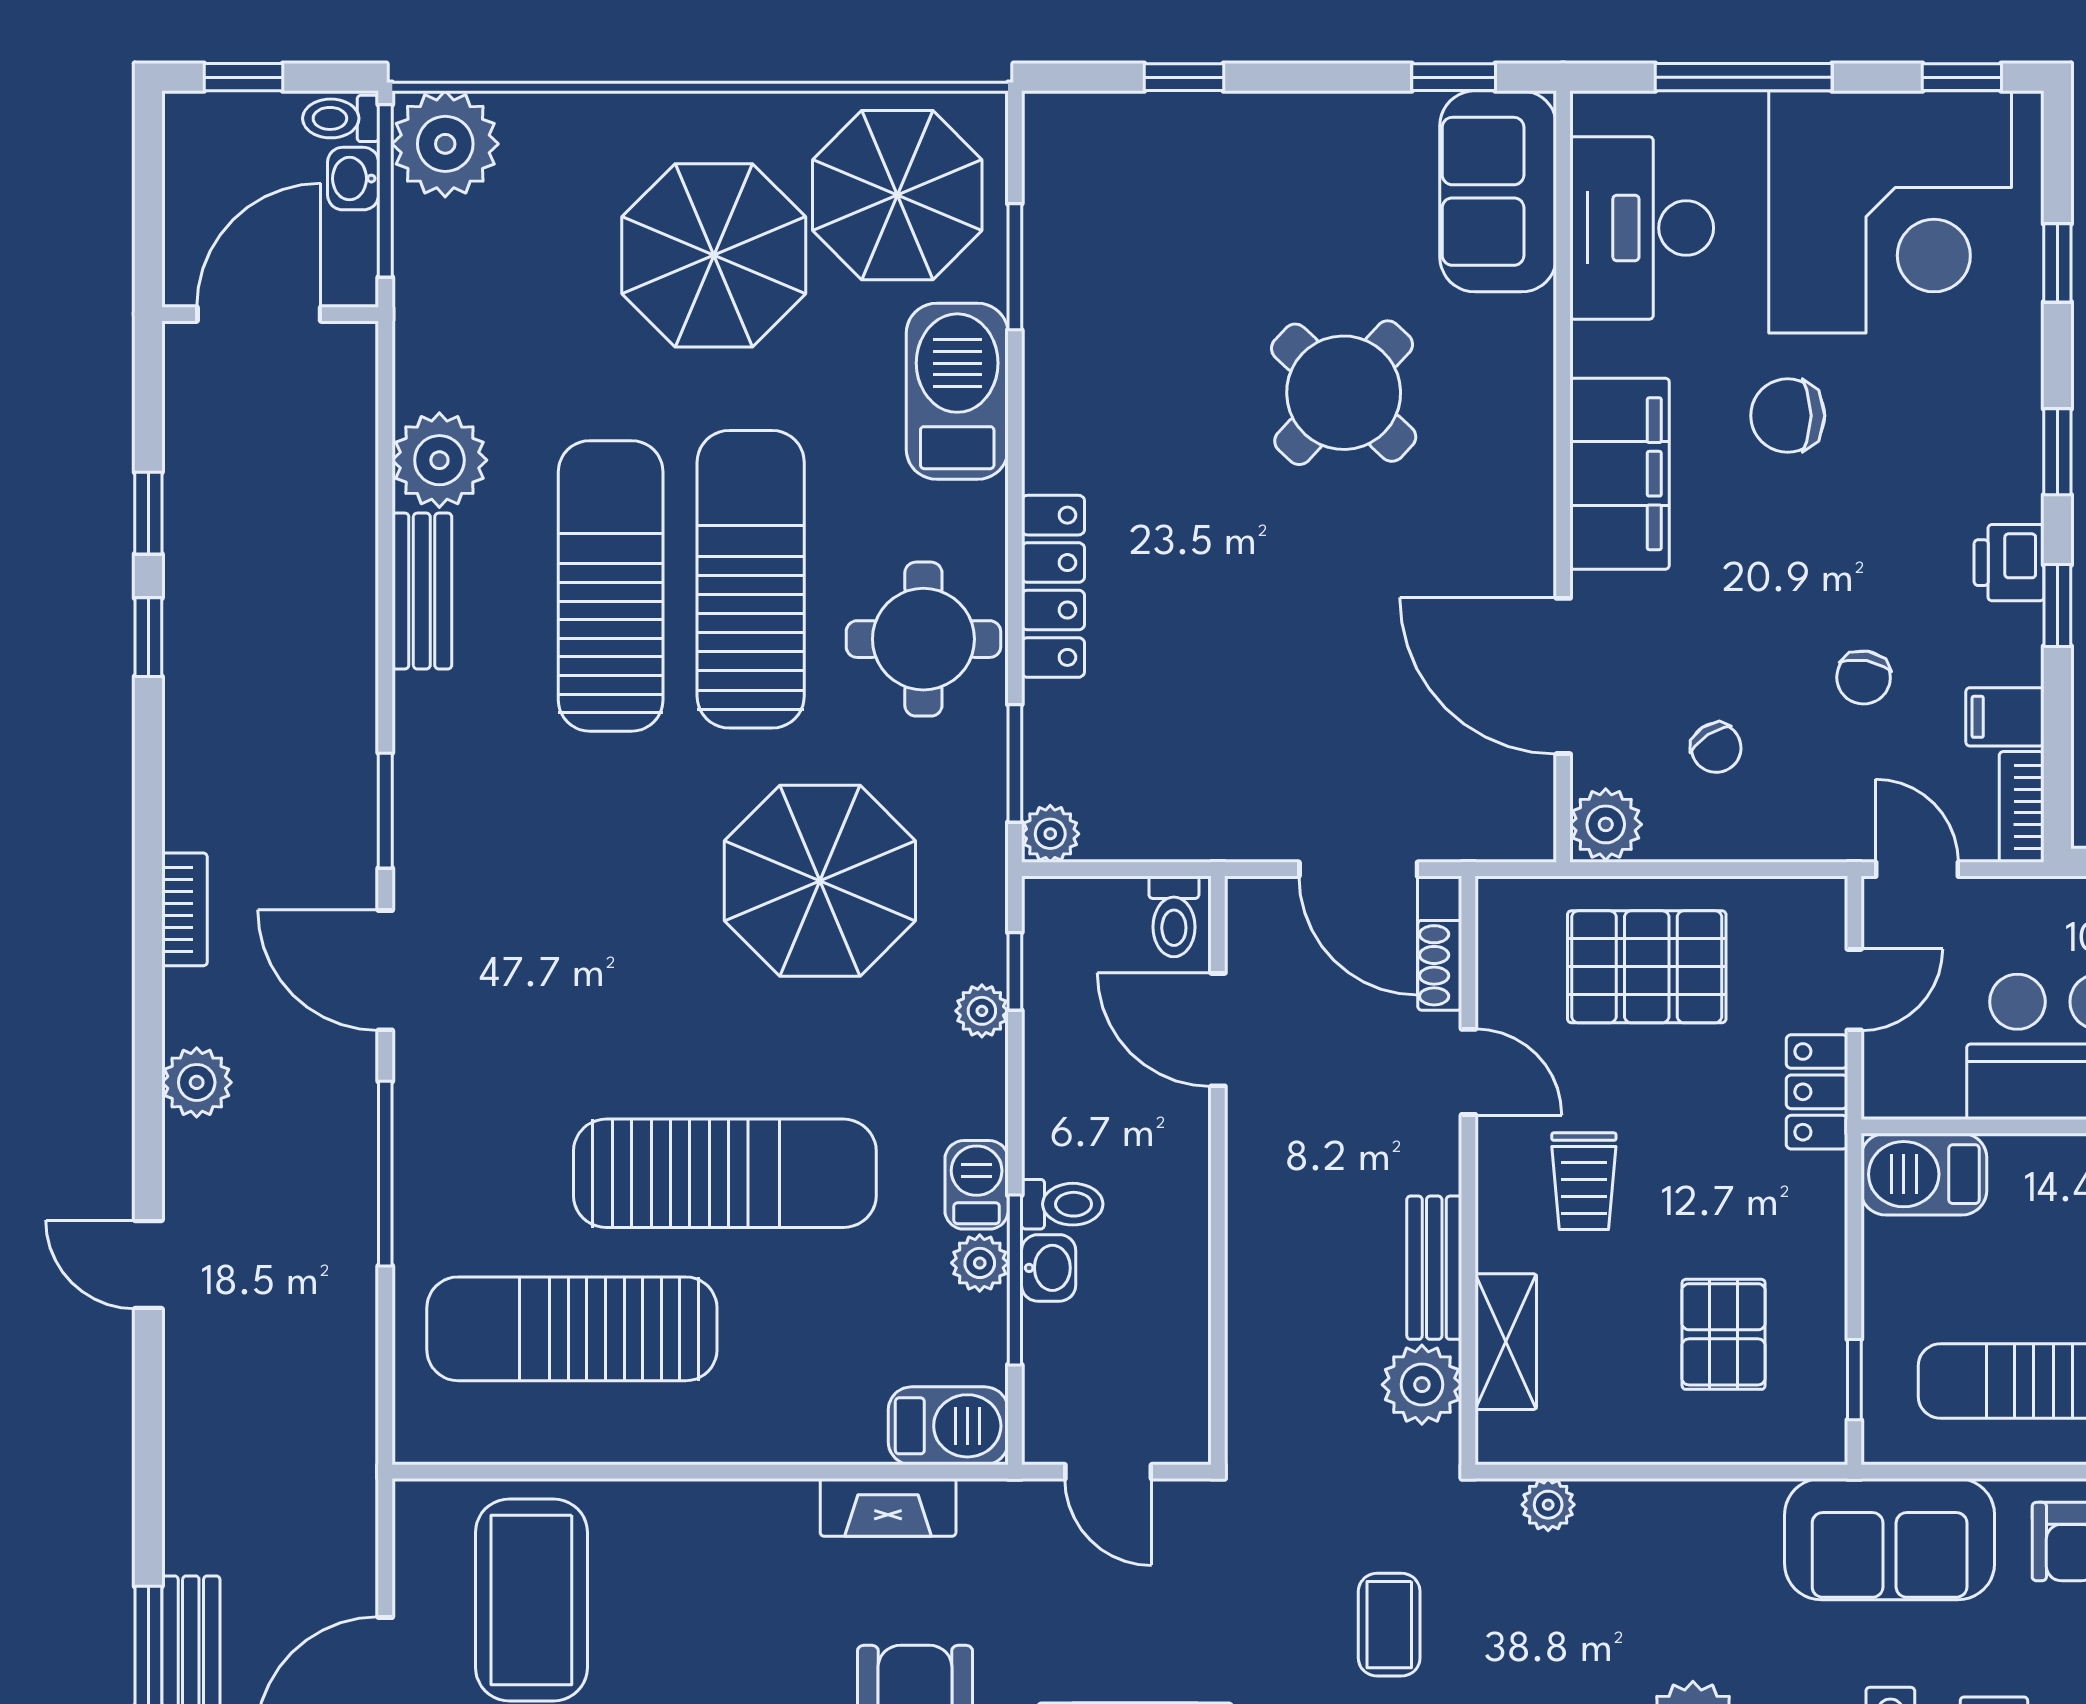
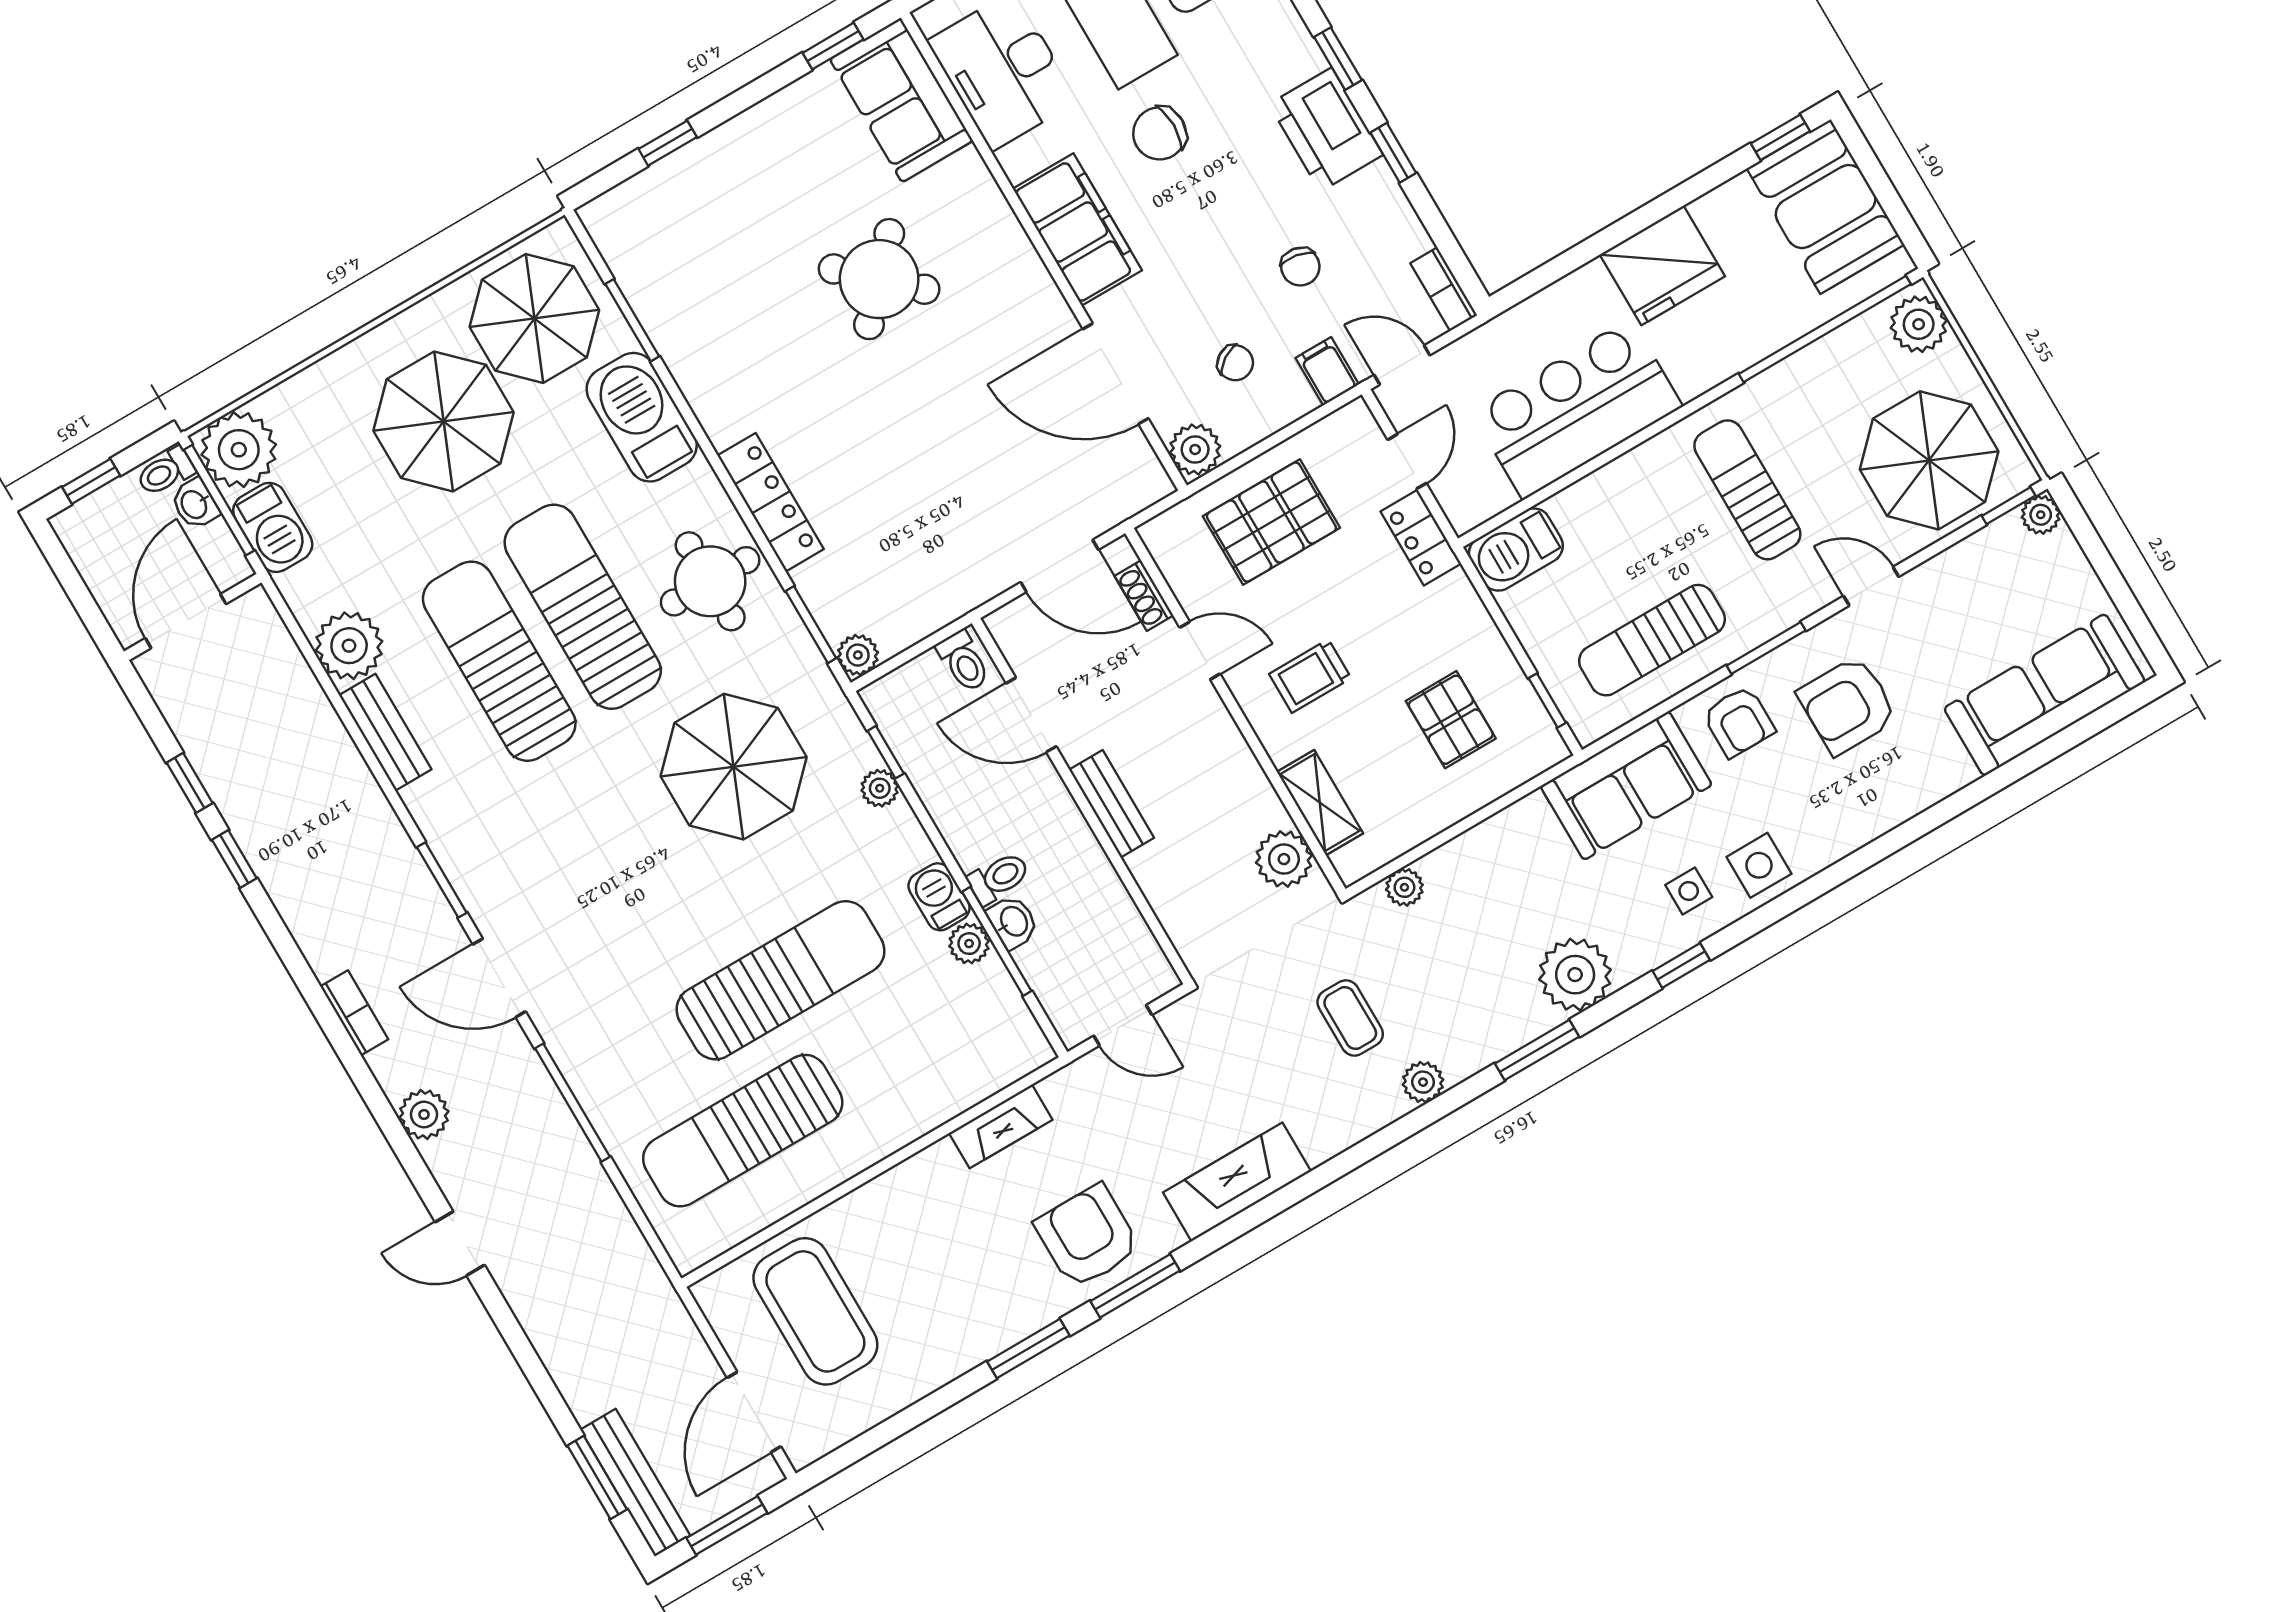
printer: (2009, 563) -> (1326, 129), width x1.87, depth x1.48
filing cabinet: (2005, 717) -> (1327, 371), moved, turned 90
trolley: (1584, 1181) -> (1310, 676), turned 90
bench: (1434, 1268) -> (1112, 804), moved
barbecue: (948, 1426) -> (273, 527), moved, turned 90

